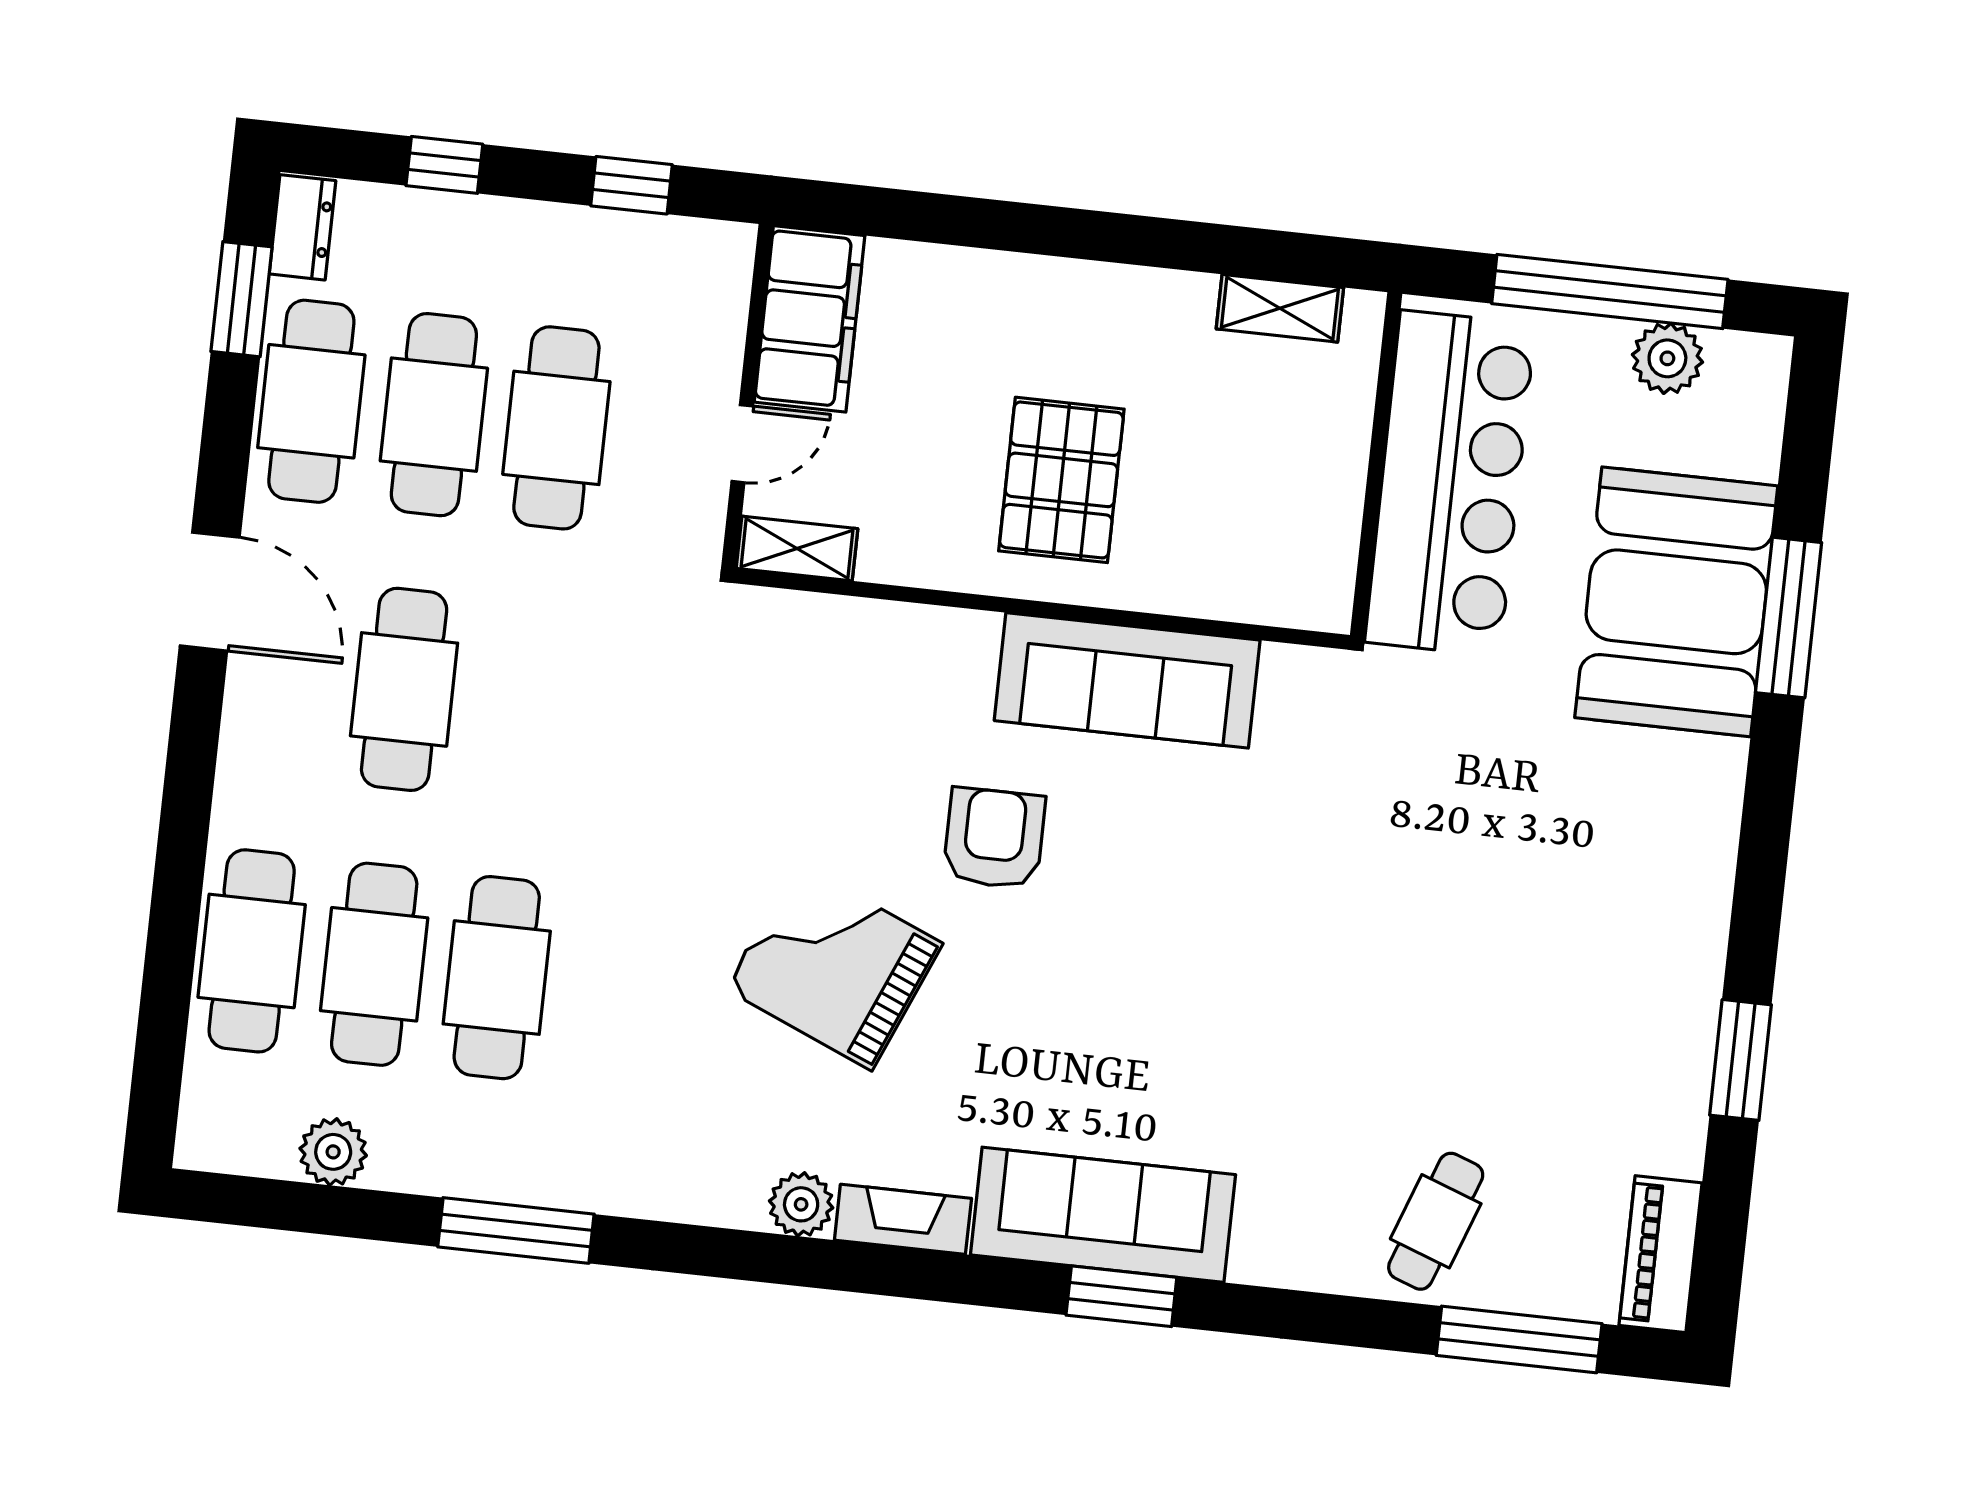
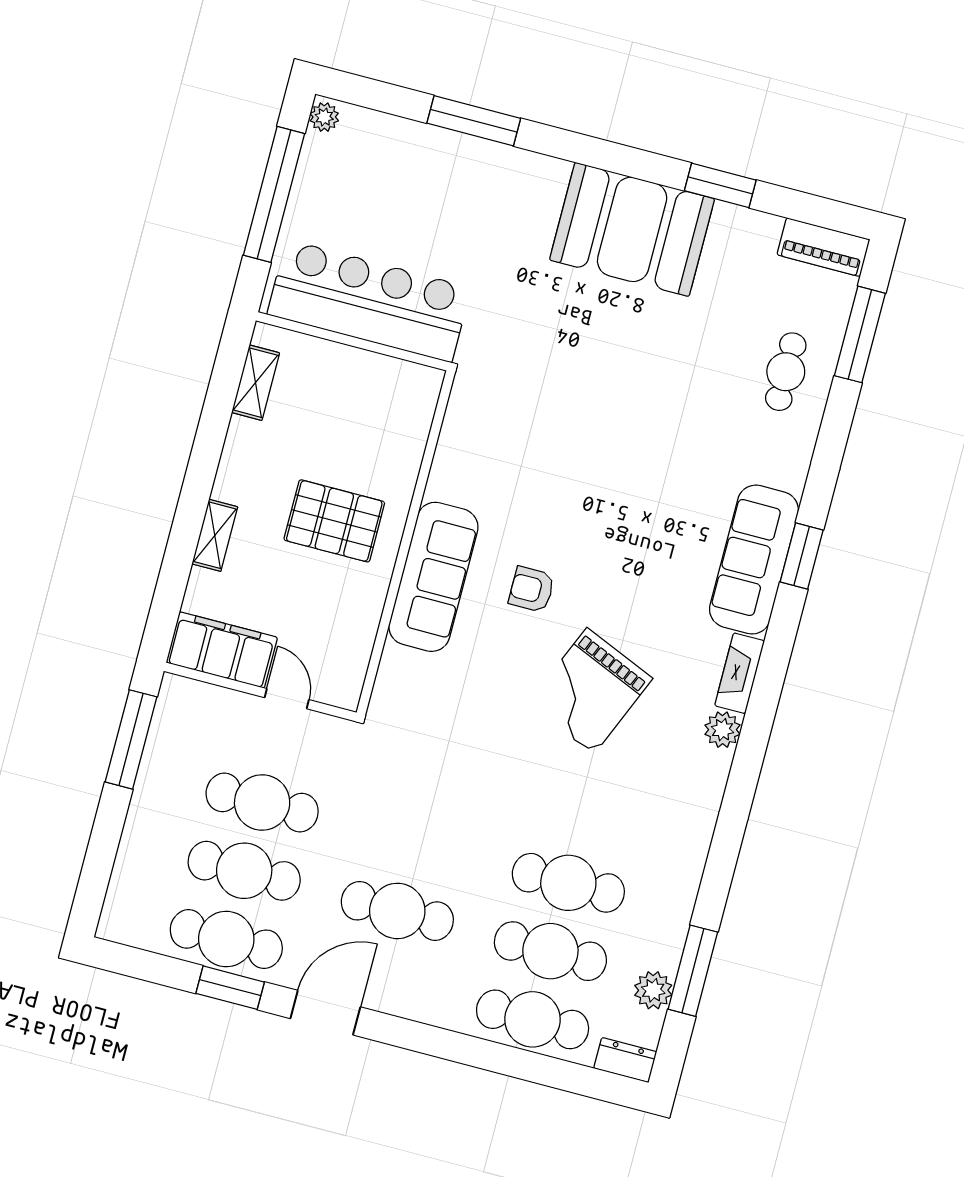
window: (444, 165) -> (104, 844), removed
window: (631, 185) -> (131, 739), width x2.17
dresser: (302, 227) -> (625, 1060), moved
window: (241, 299) -> (230, 988), moved
plant: (1667, 358) -> (324, 117), moved, width x0.73, depth x0.73
shelving: (797, 549) -> (215, 535), moved
booth: (1676, 602) -> (632, 229), moved
sofa: (1127, 680) -> (433, 577), moved
armchair: (994, 838) -> (532, 589), width x0.72, depth x0.72
cafe table: (1436, 1221) -> (786, 372), turned 70
window: (516, 1230) -> (693, 971), moved

